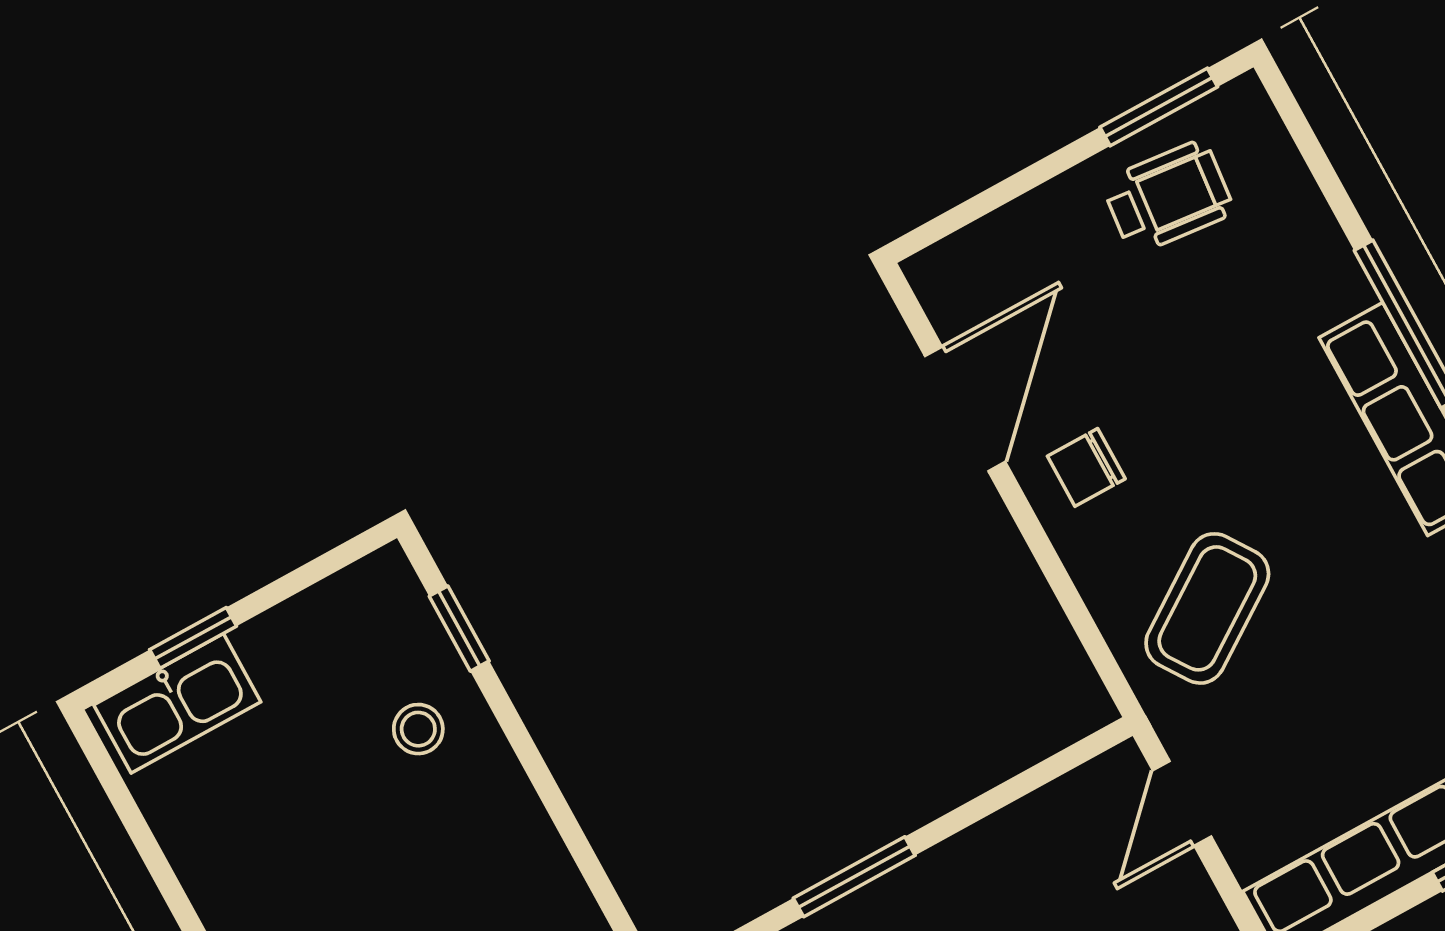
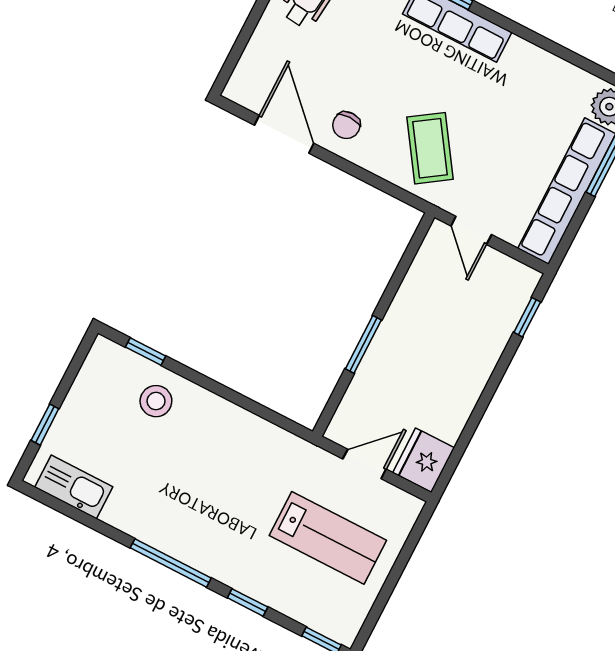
kitchen sink: (177, 703) -> (74, 487), moved, turned -90
stool: (418, 729) -> (156, 401), width x1.37, depth x1.37

